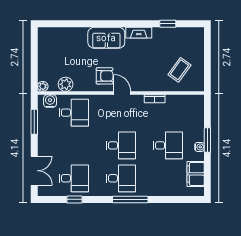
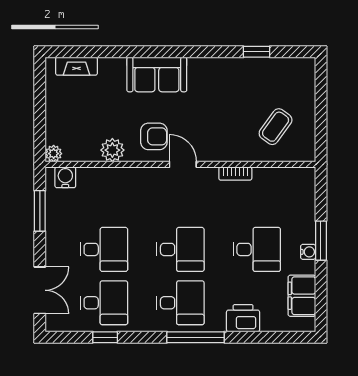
fireplace: (139, 33) -> (77, 66), moved
plant: (66, 84) -> (112, 150), moved
desk: (74, 113) -> (104, 249), moved
printer: (159, 188) -> (243, 318), added

